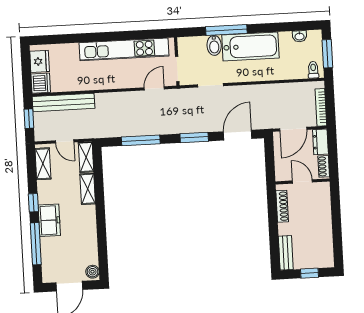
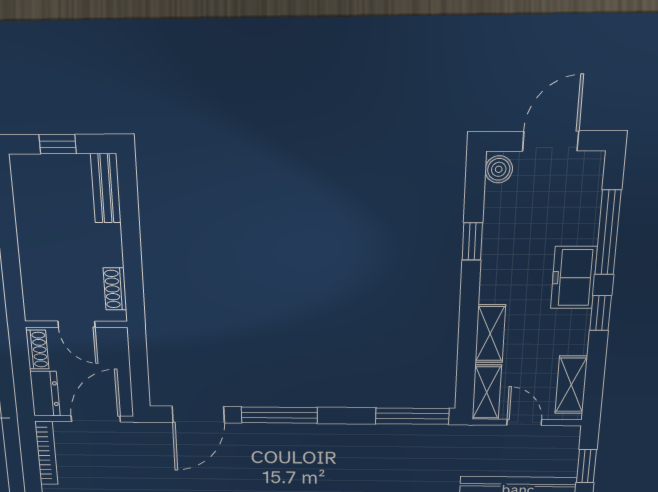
window: (194, 137) -> (279, 415), width x1.44
window: (141, 140) -> (412, 416), moved
shoe rack: (282, 206) -> (115, 289), width x0.70
window: (102, 236) -> (472, 241), added

